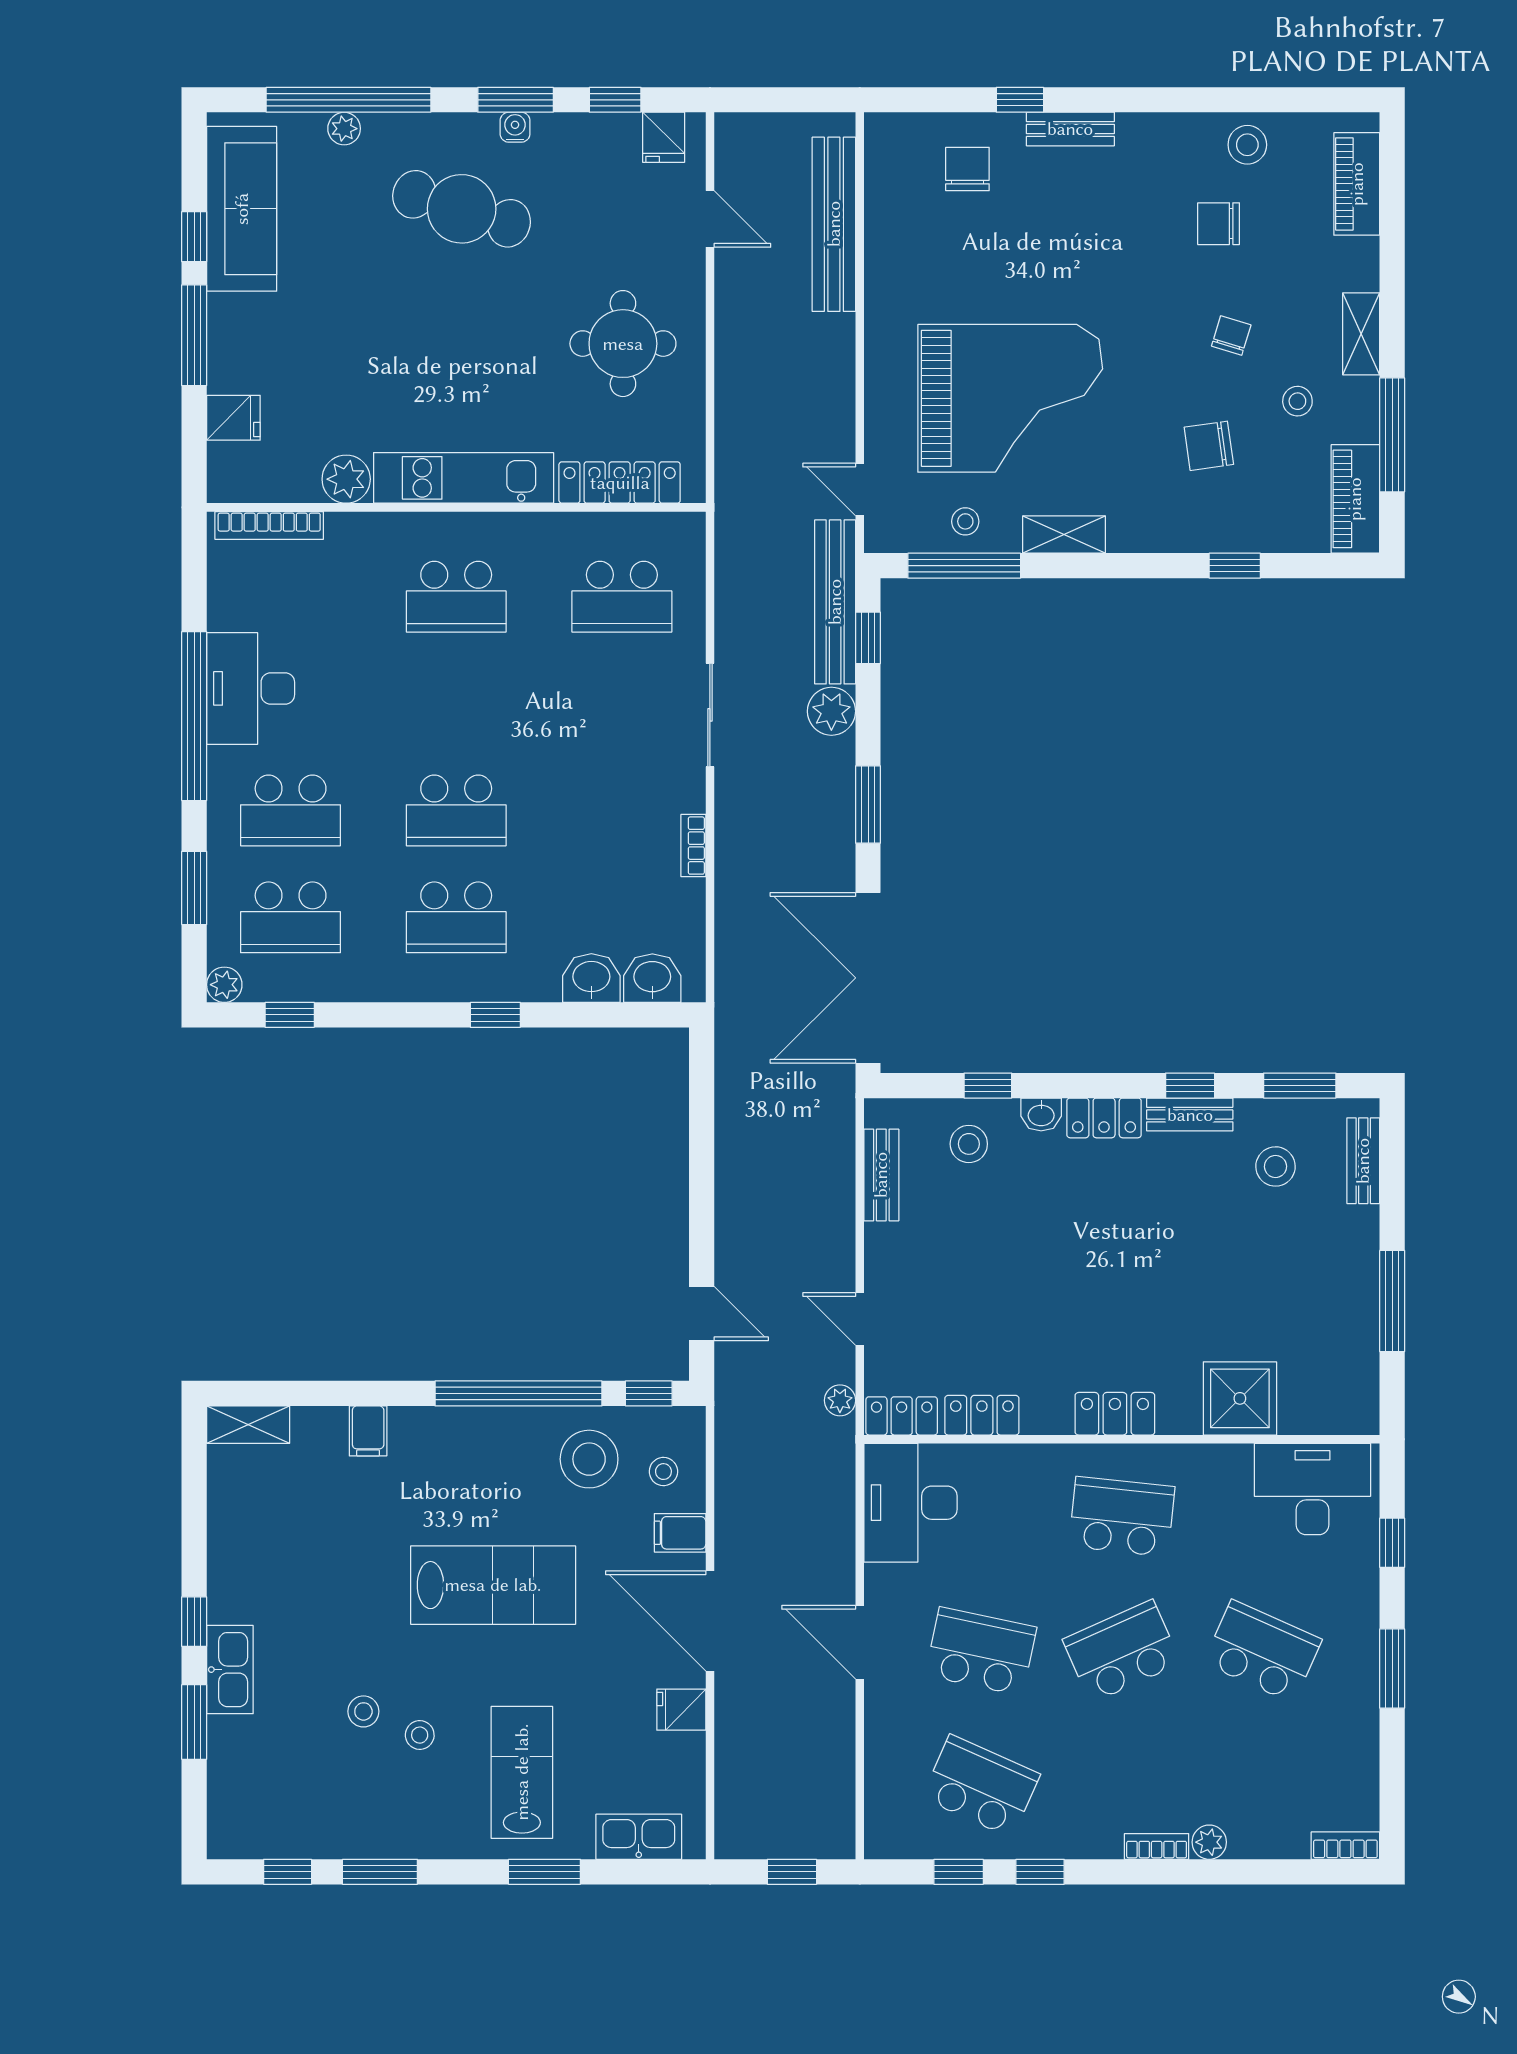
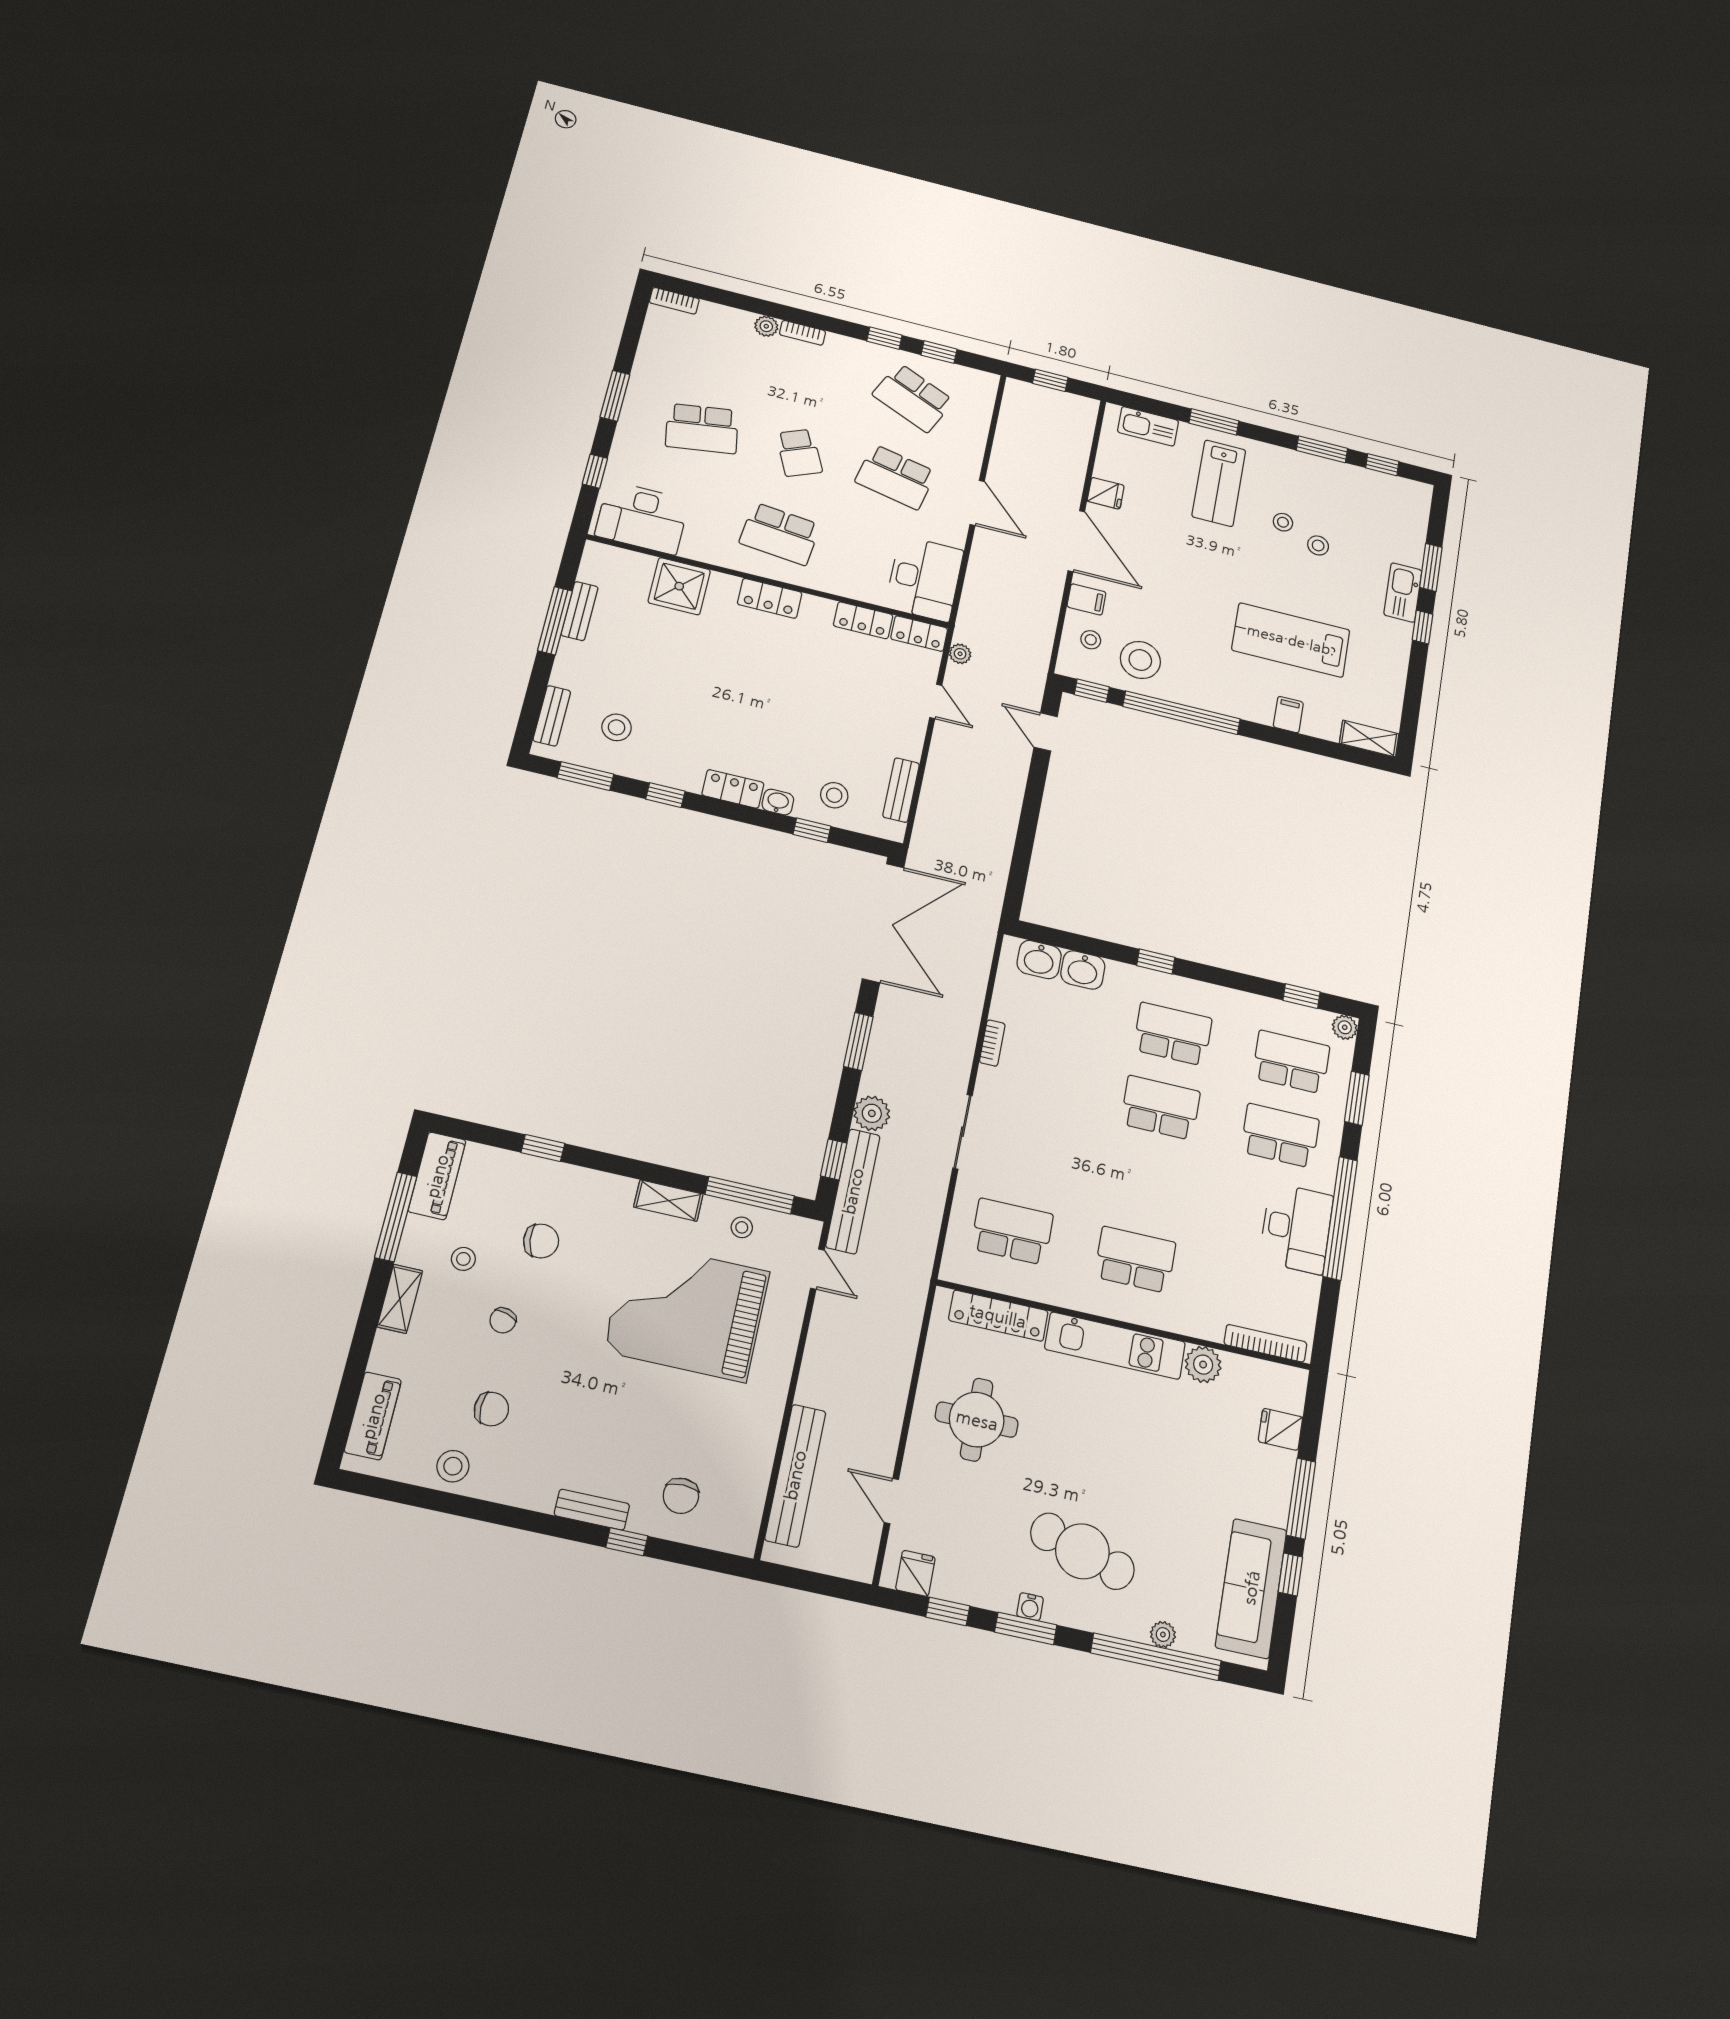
bench: (1190, 1115) -> (580, 611), moved, turned 90
lab bench: (493, 1585) -> (1291, 640), moved
school desk: (1122, 1651) -> (799, 453), width x0.54
school desk: (1263, 1651) -> (702, 428), turned -33

